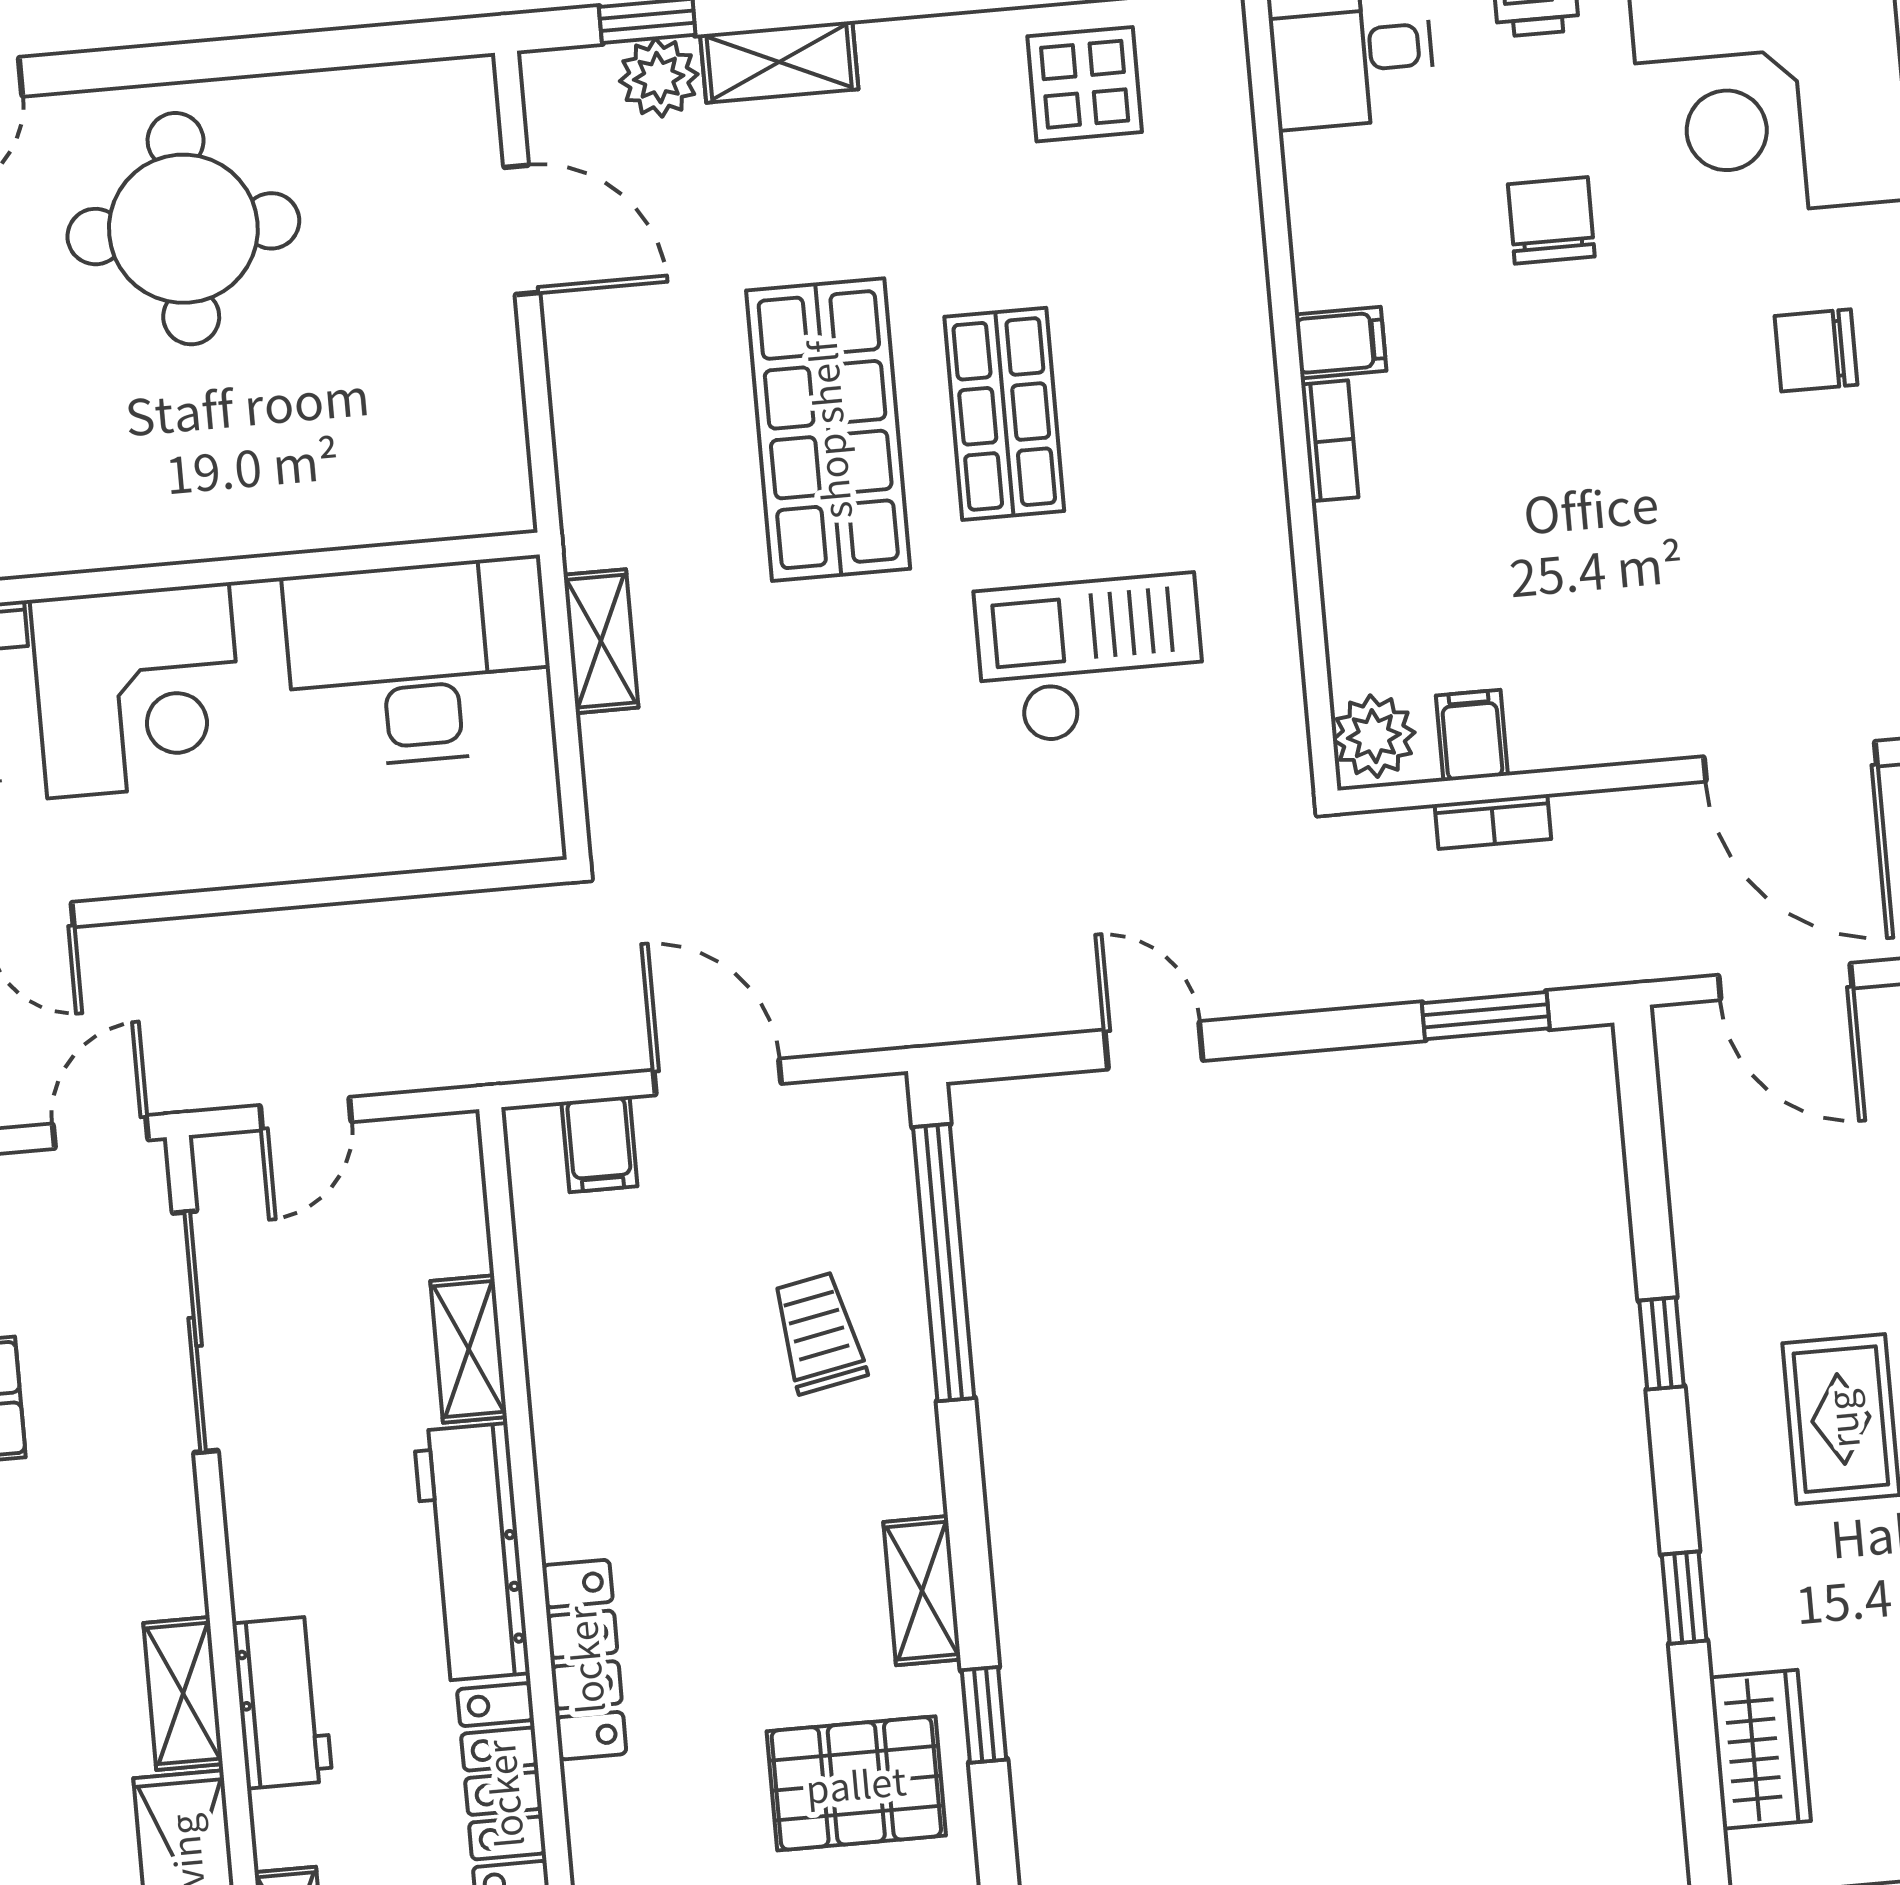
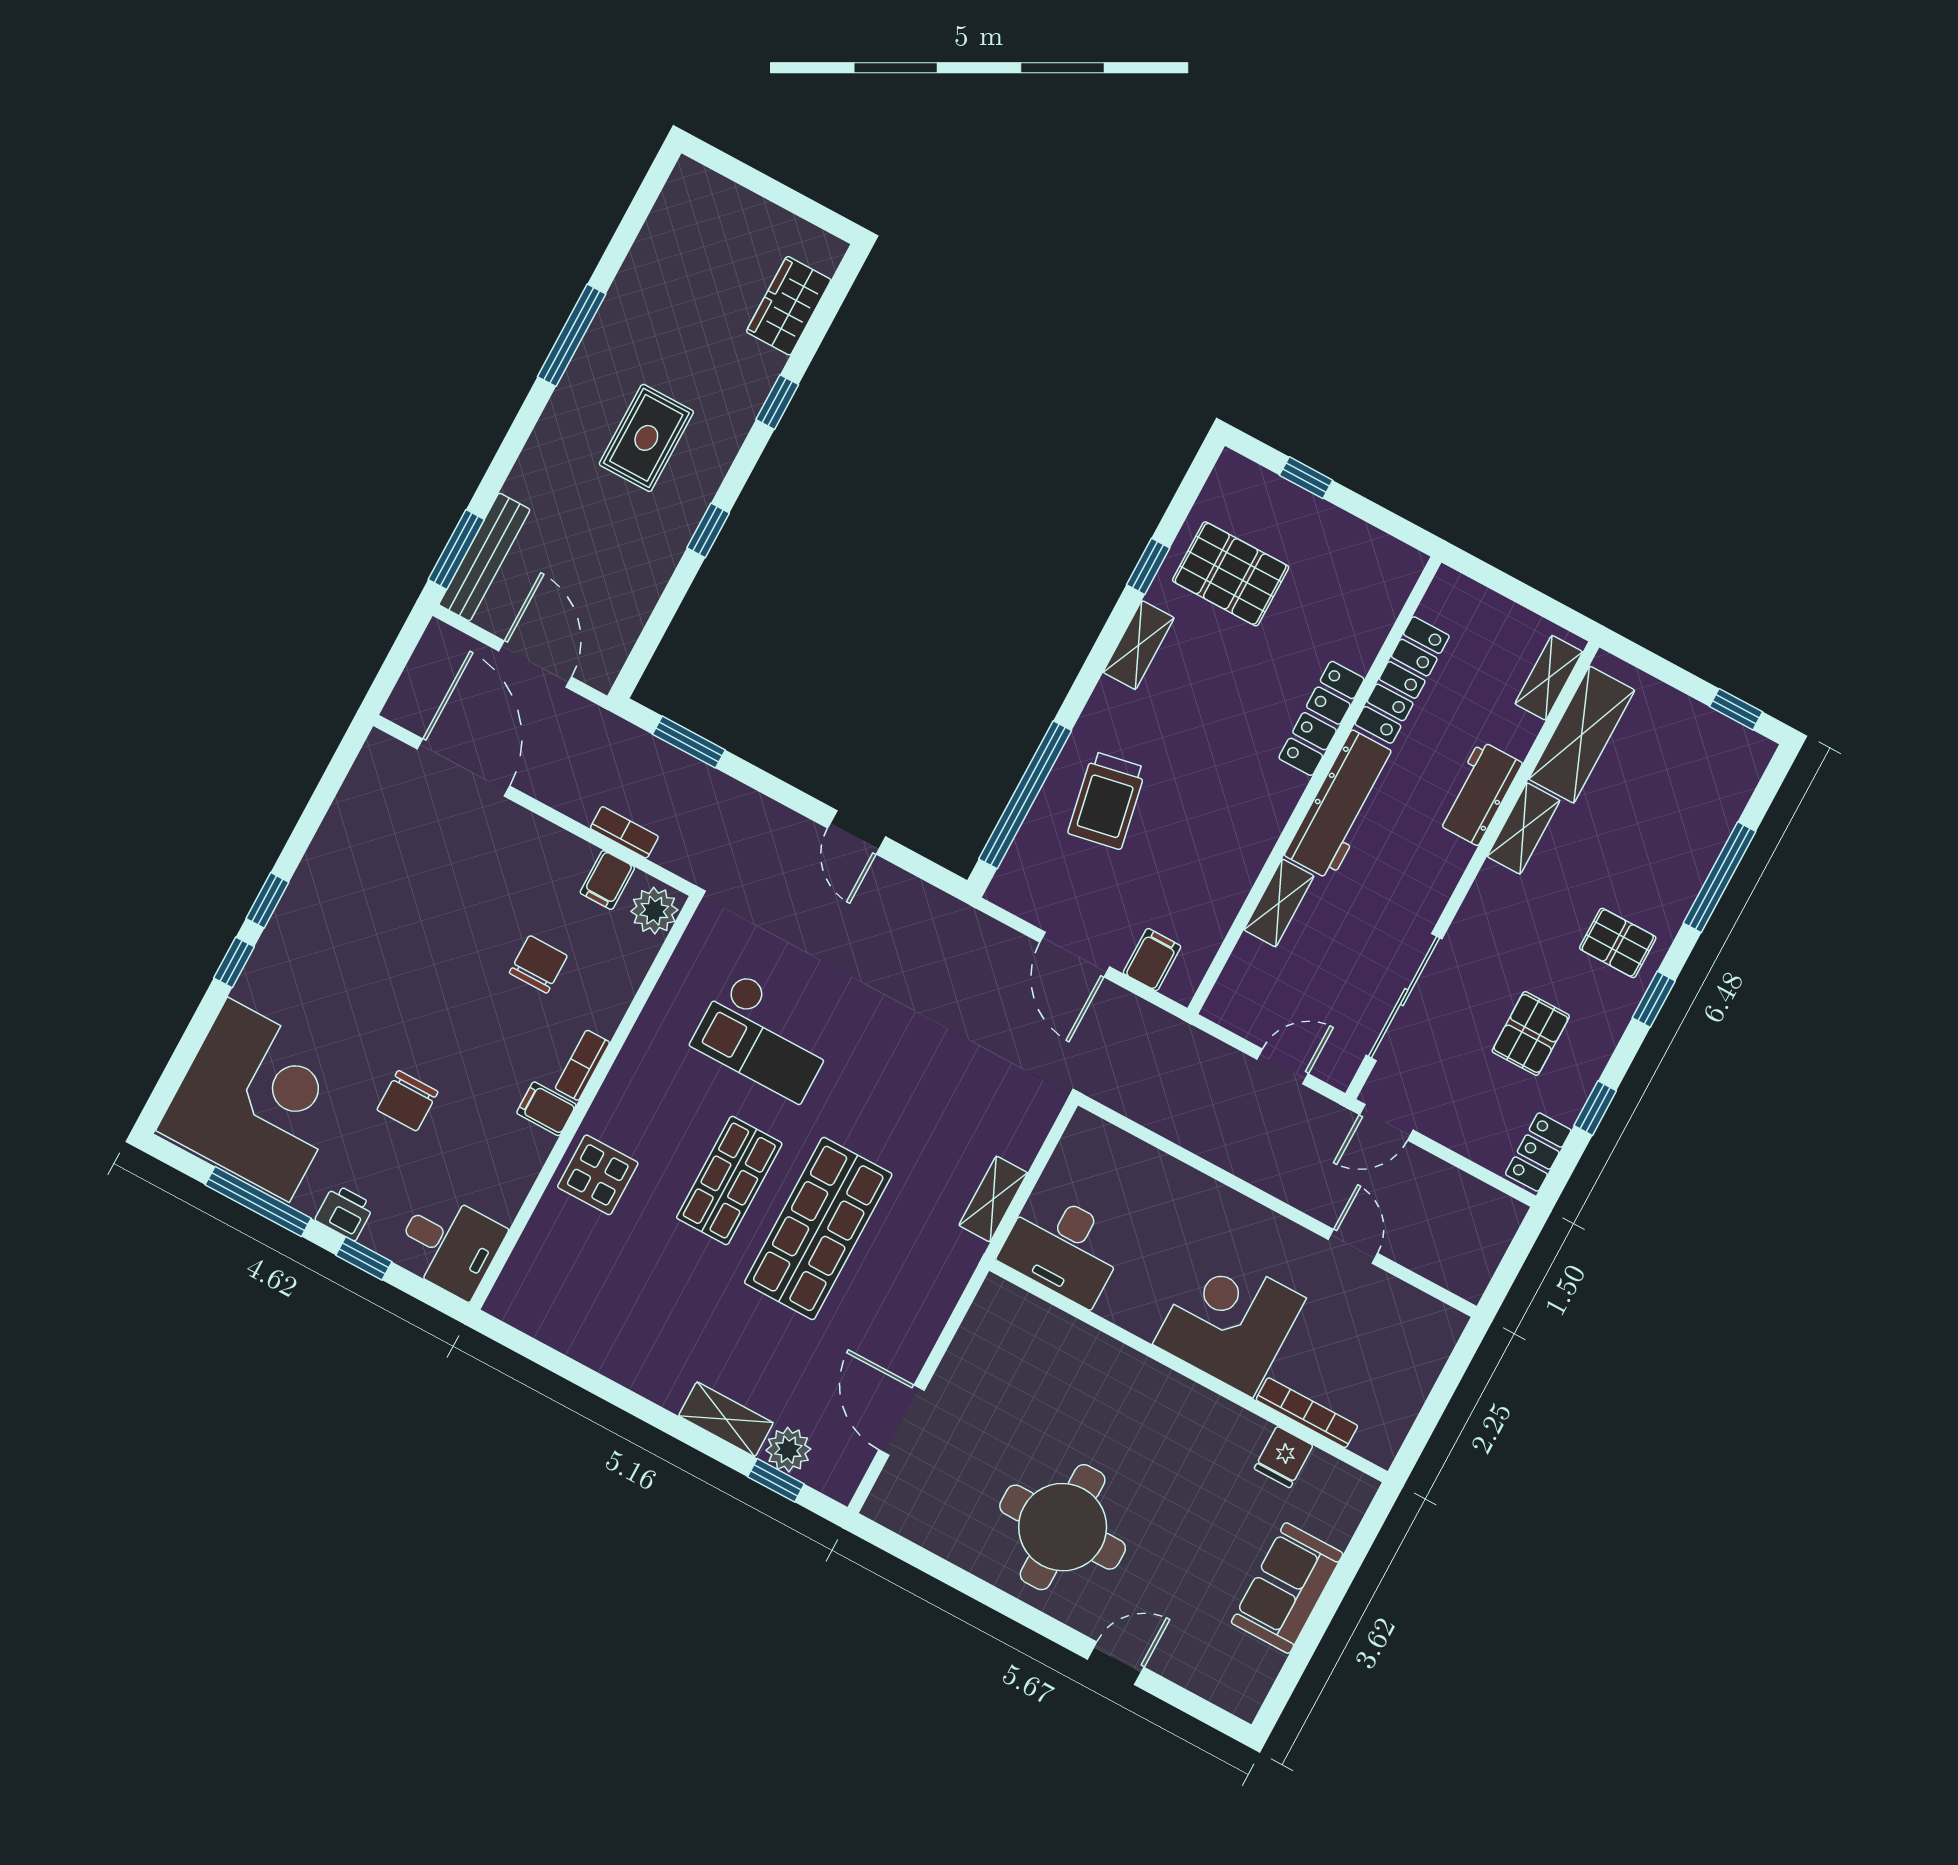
display table: (1085, 84) -> (598, 1175), moved
chair: (1816, 350) -> (538, 964), moved, turned -90
desk: (419, 663) -> (1063, 1248), width x0.73, depth x0.77
trolley: (819, 1333) -> (1107, 800), width x1.36, depth x1.39

